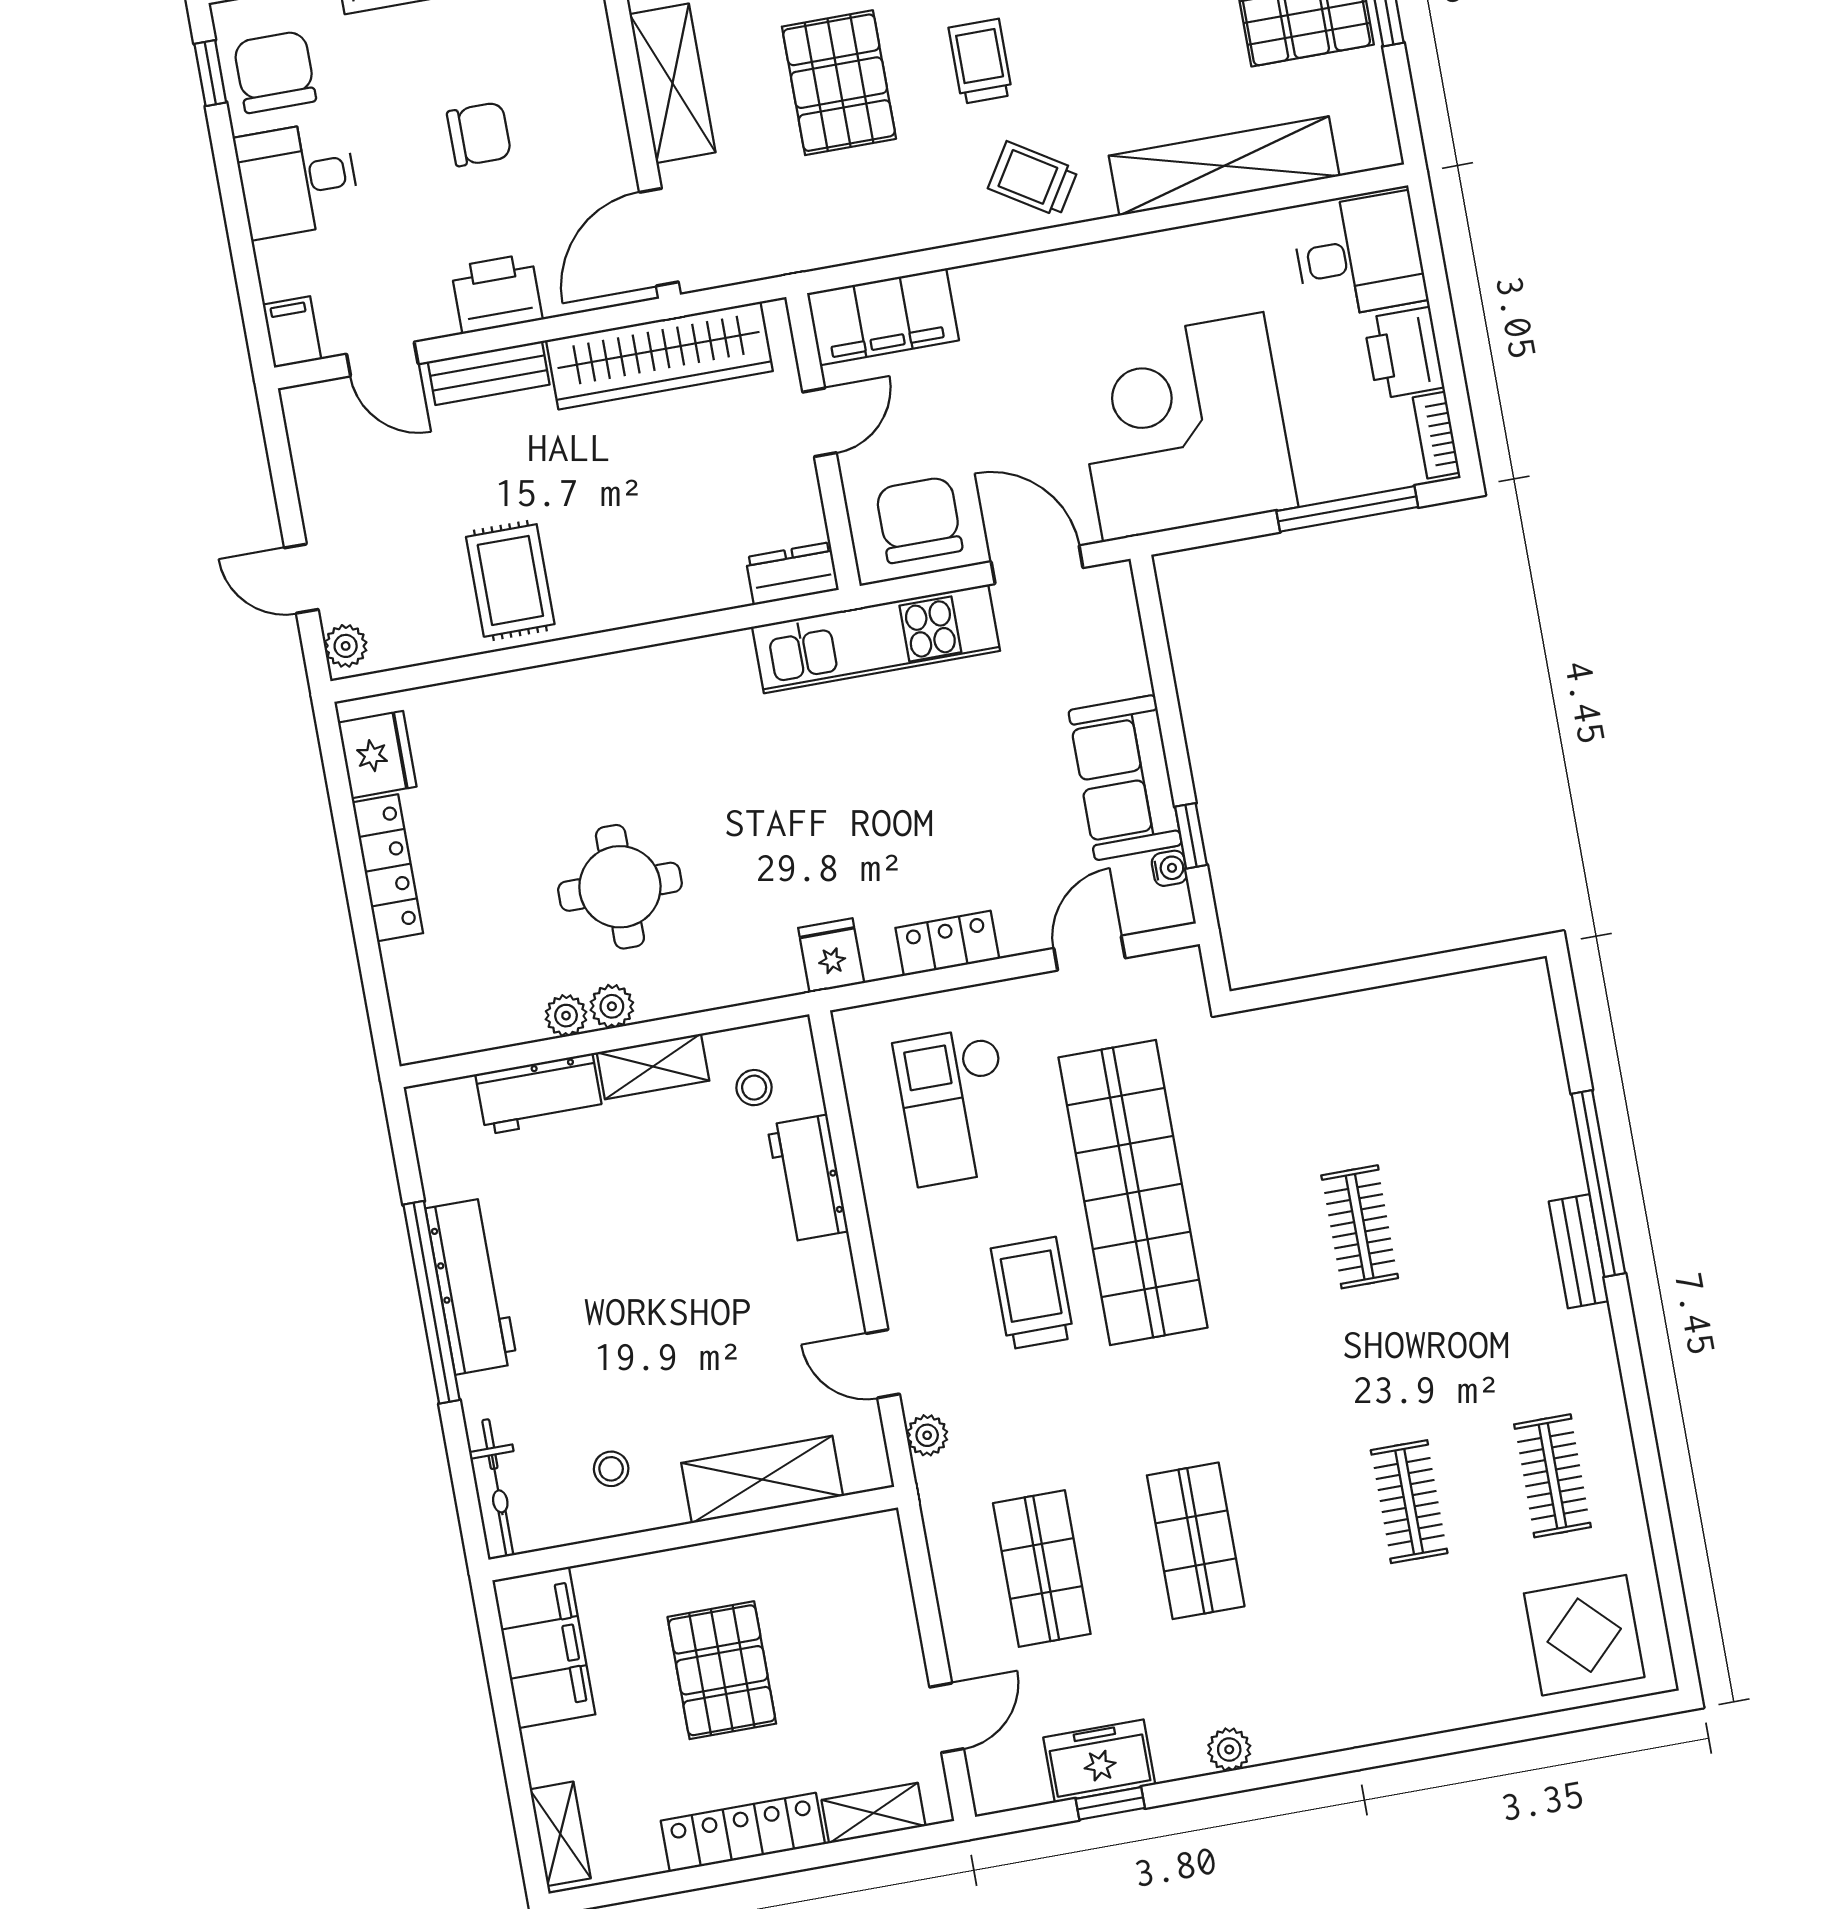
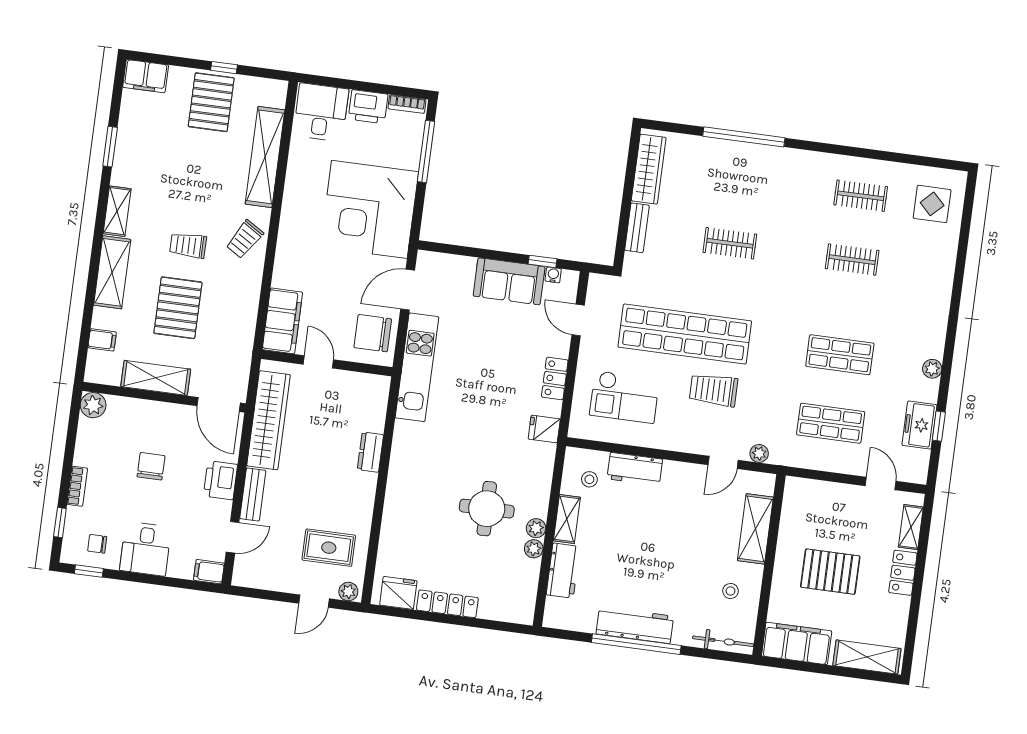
chair: (275, 72) -> (97, 544), width x0.54, depth x0.54
pallet: (839, 83) -> (178, 308), turned 90
dresser: (792, 573) -> (370, 452), moved
rug: (510, 580) -> (329, 548), moved
wardrobe: (1463, 1001) -> (649, 169), added
bench: (1579, 1251) -> (637, 228), moved, turned 90
display table: (1584, 1635) -> (932, 204), width x0.73, depth x0.73
locker: (743, 1832) -> (903, 573), width x0.66
shelving: (560, 1834) -> (867, 657), width x1.50, depth x1.33

